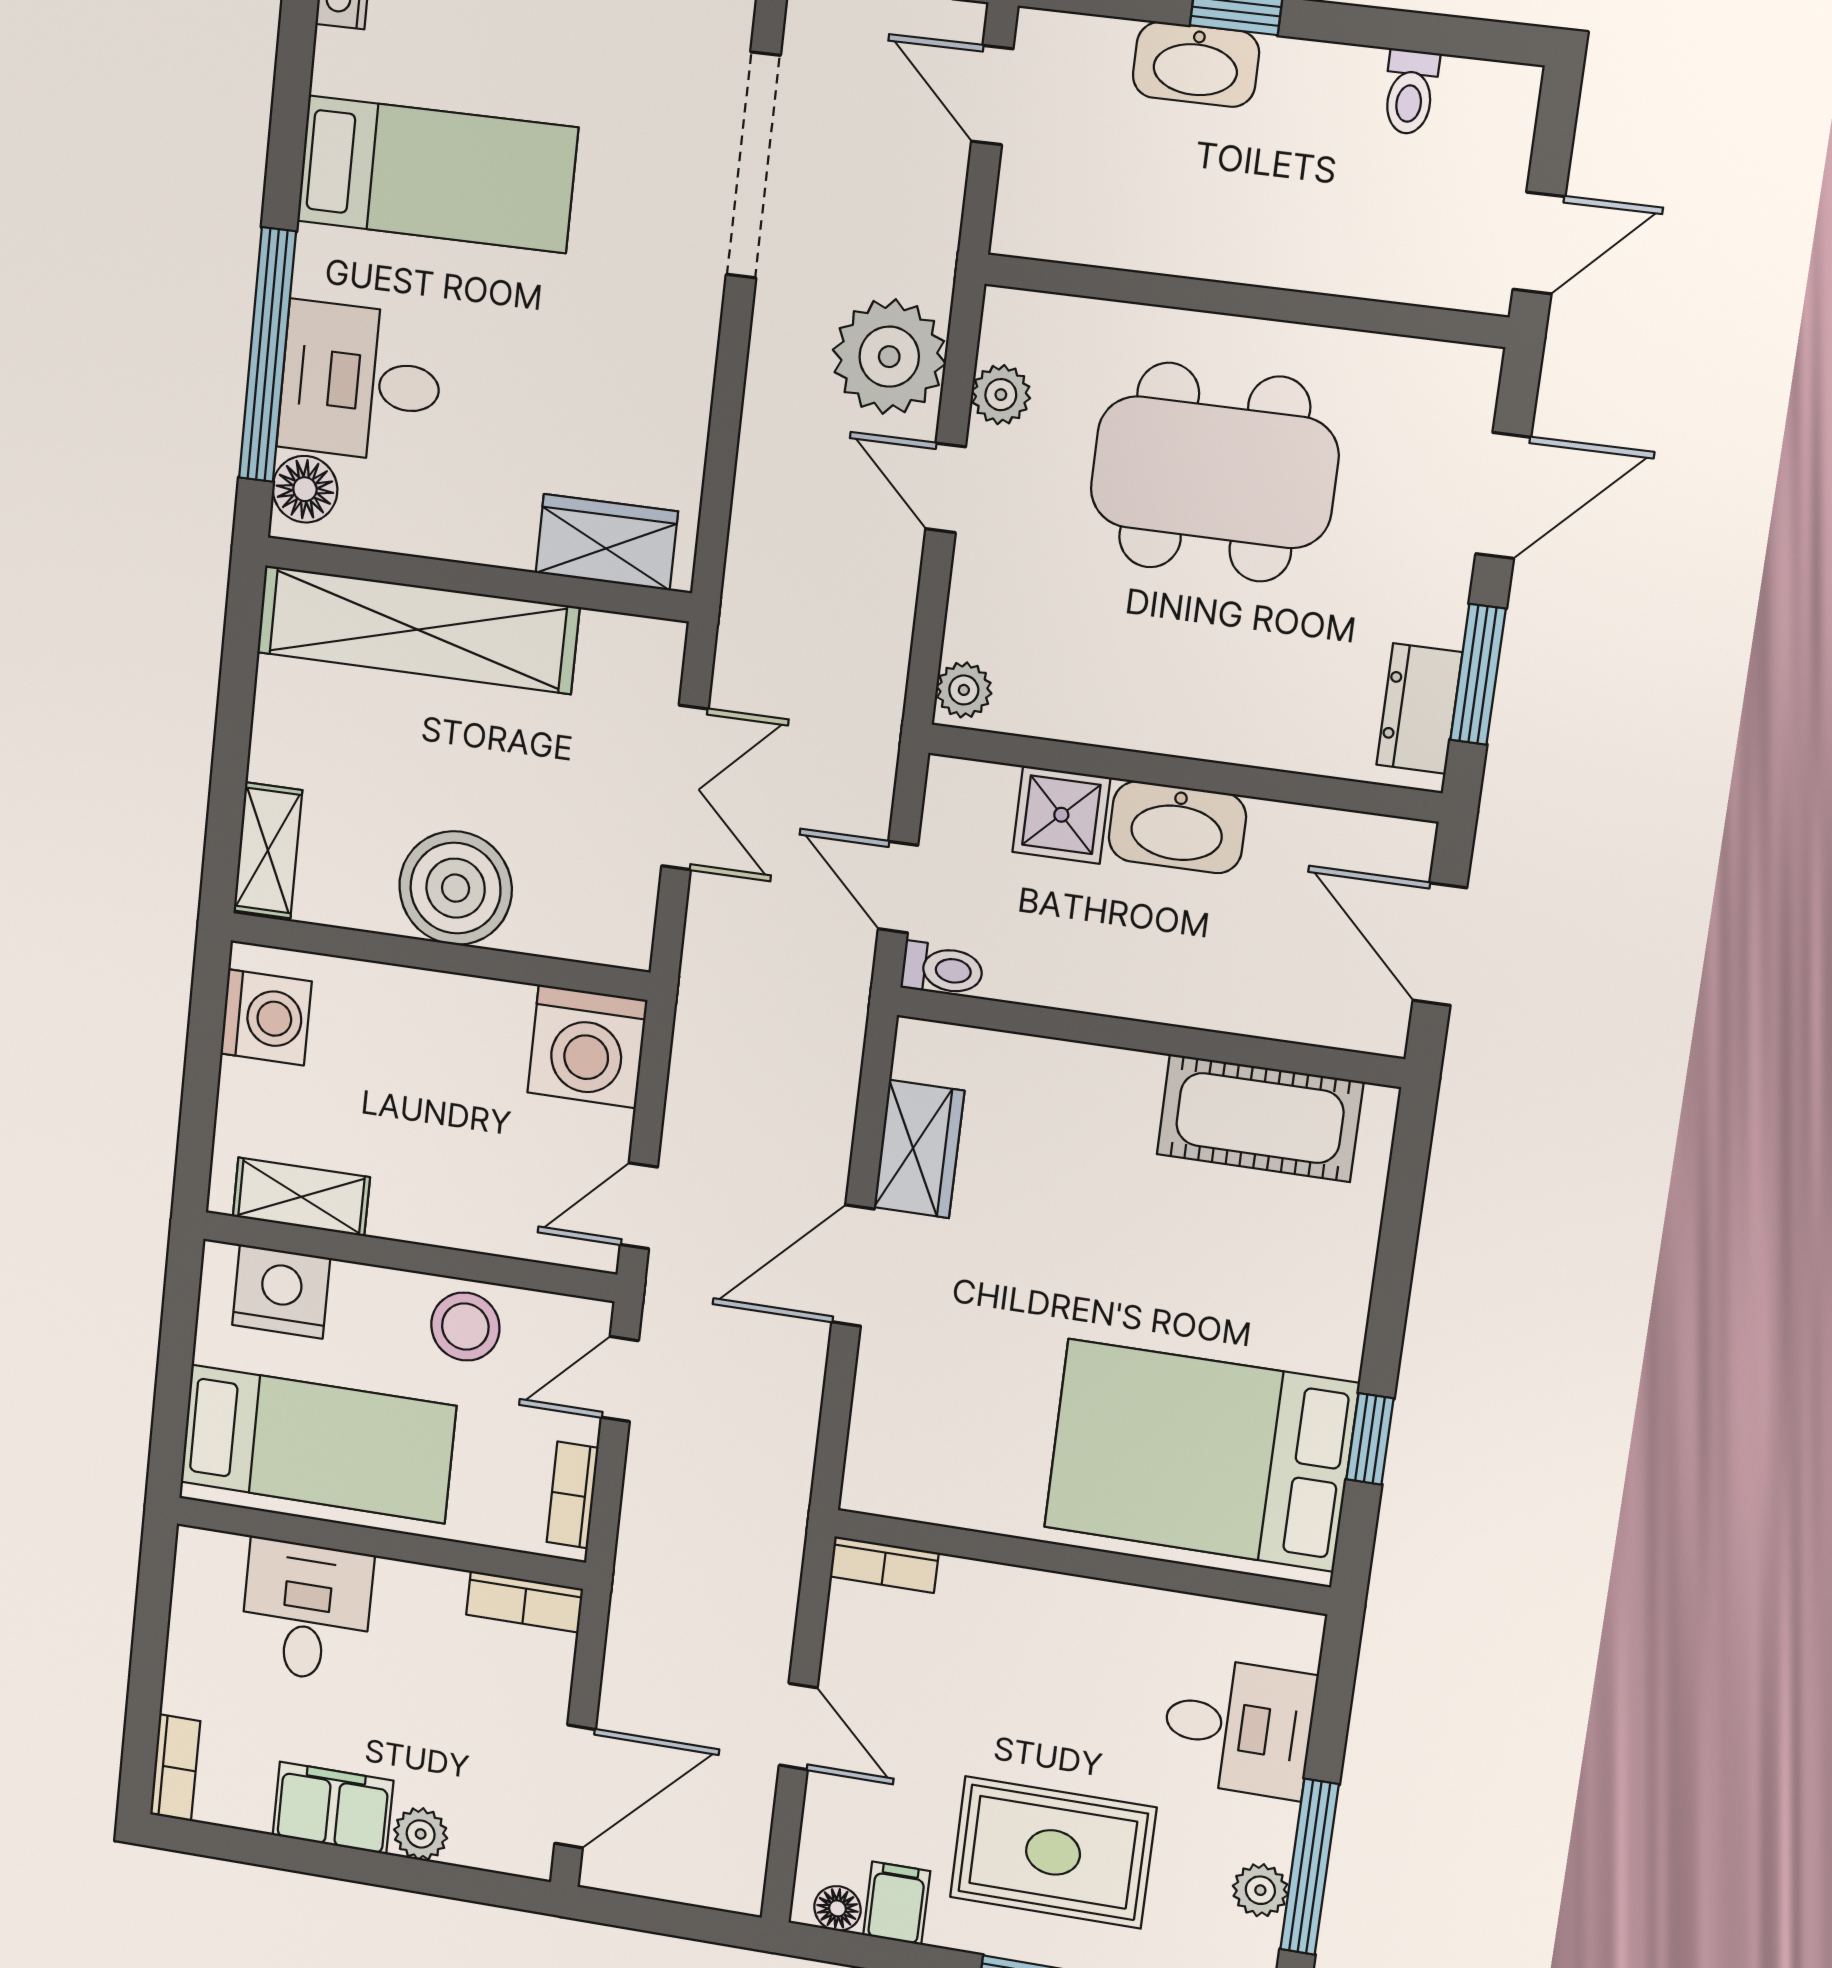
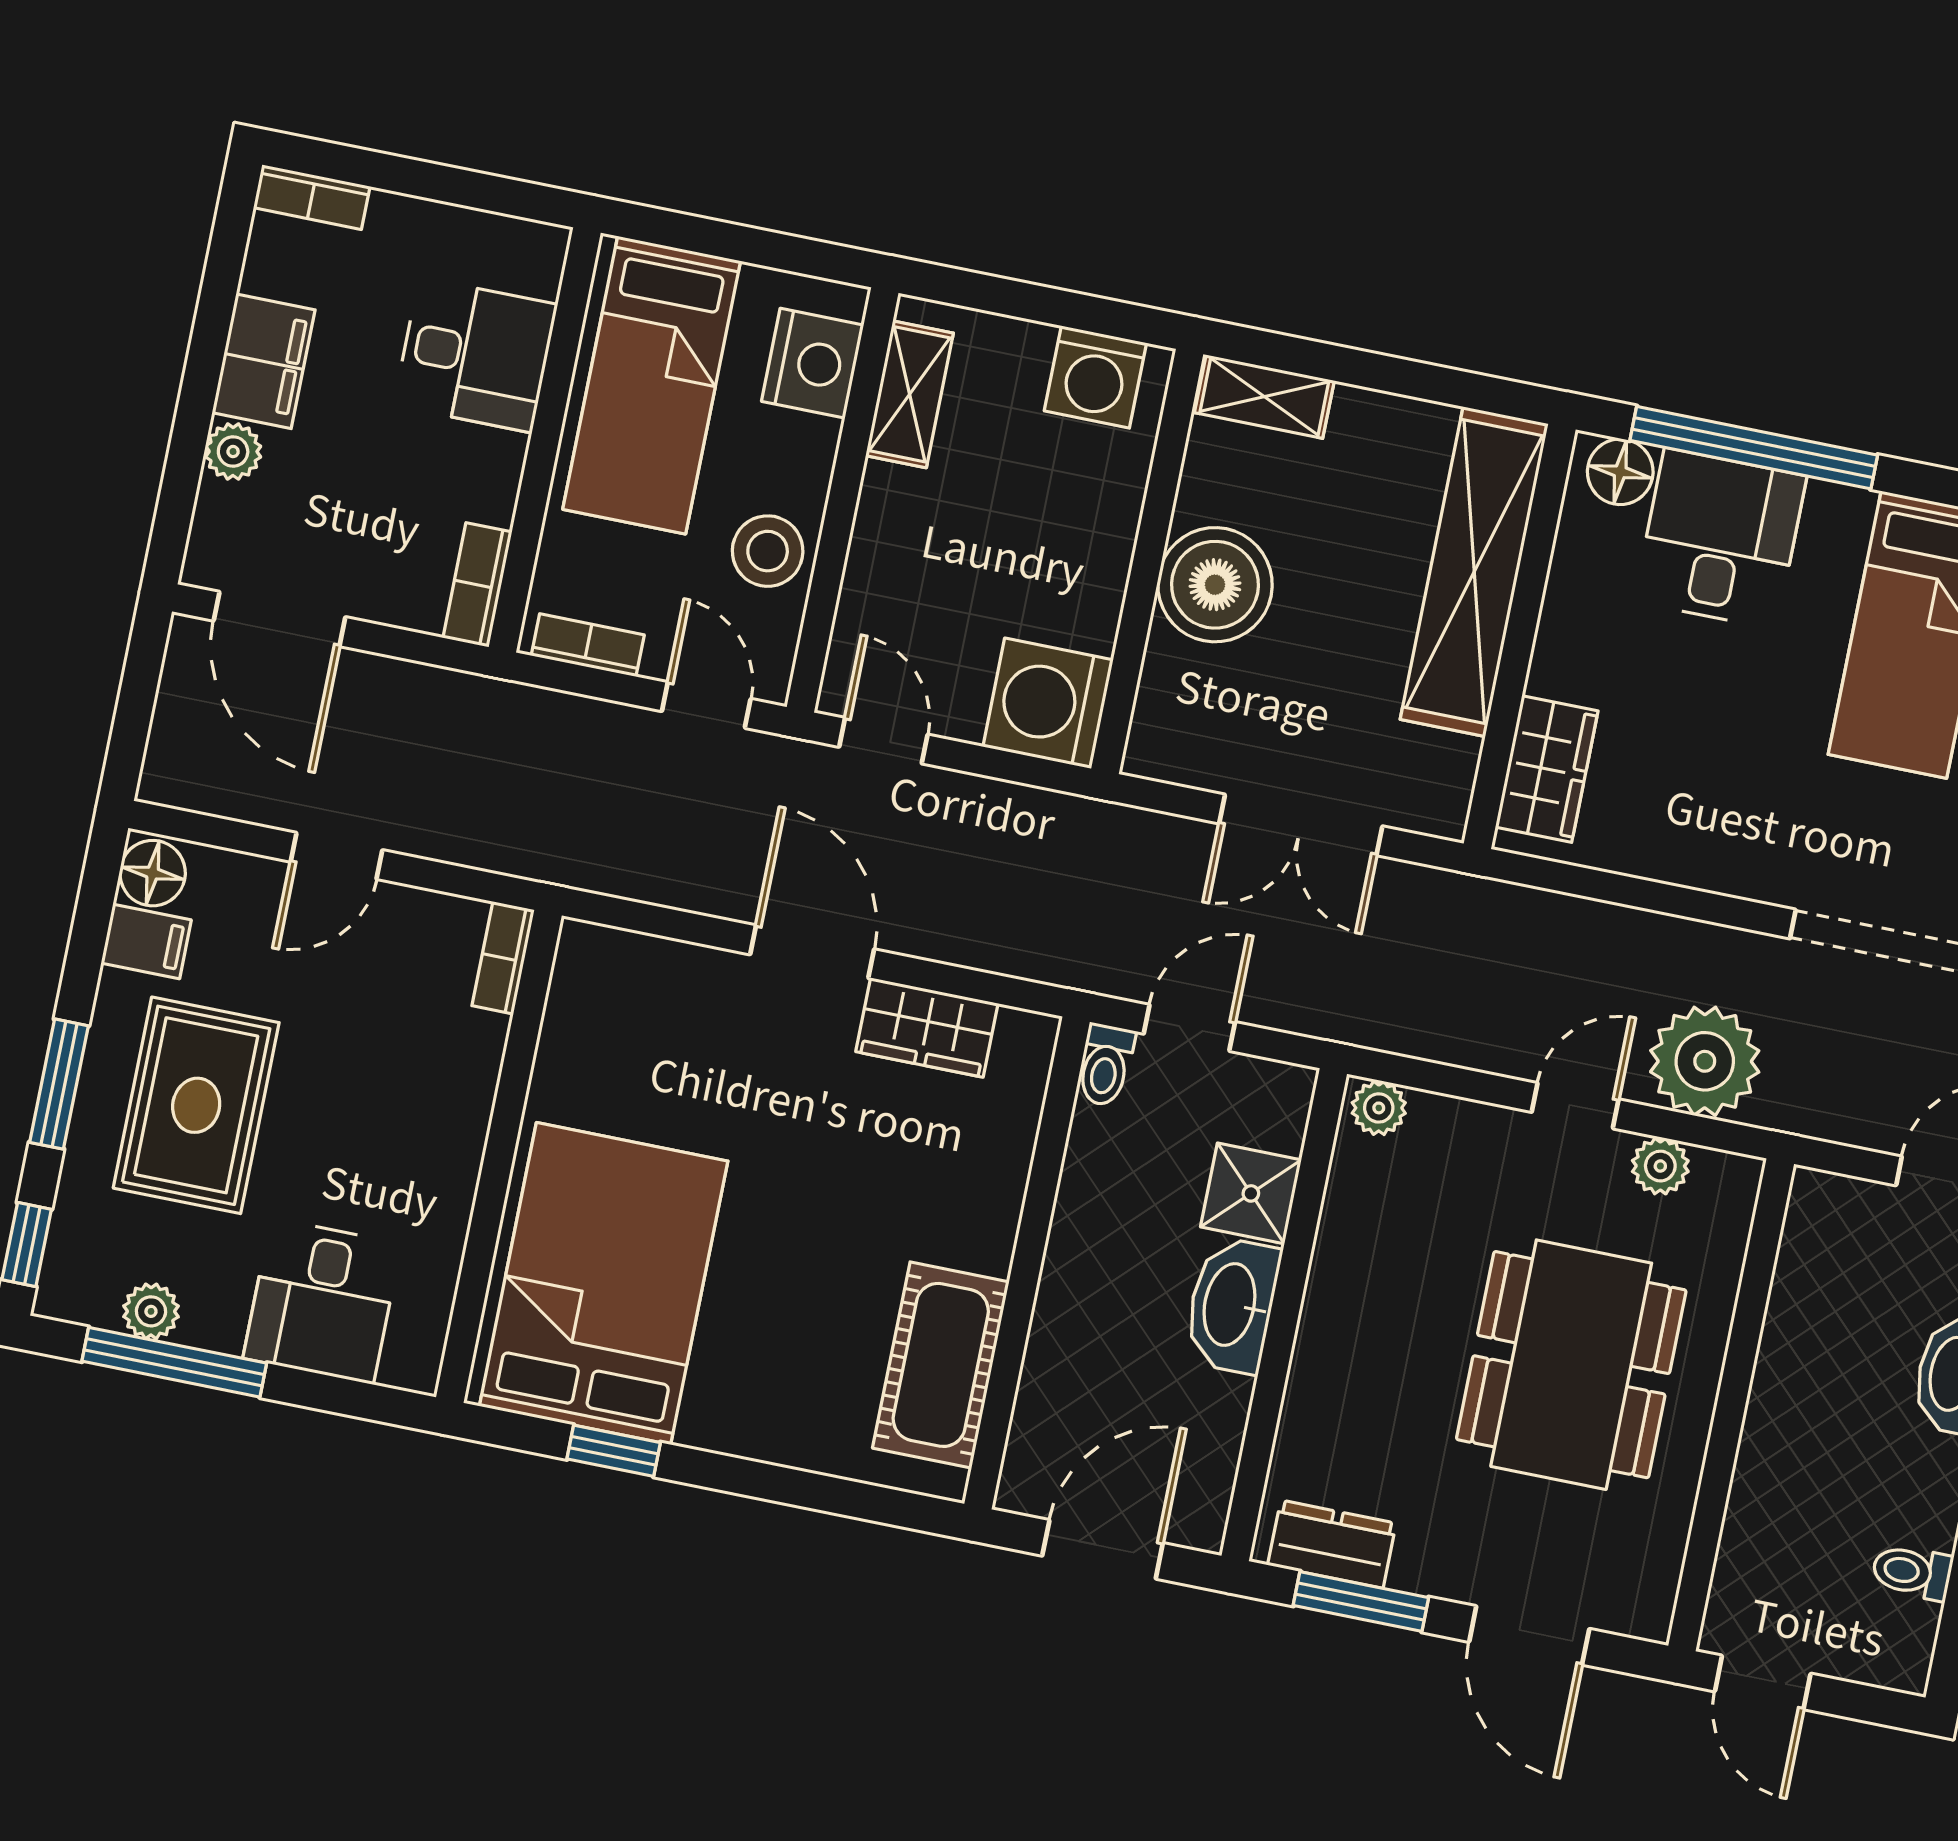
floor lamp: (837, 1908) -> (153, 873), width x1.37, depth x1.37

